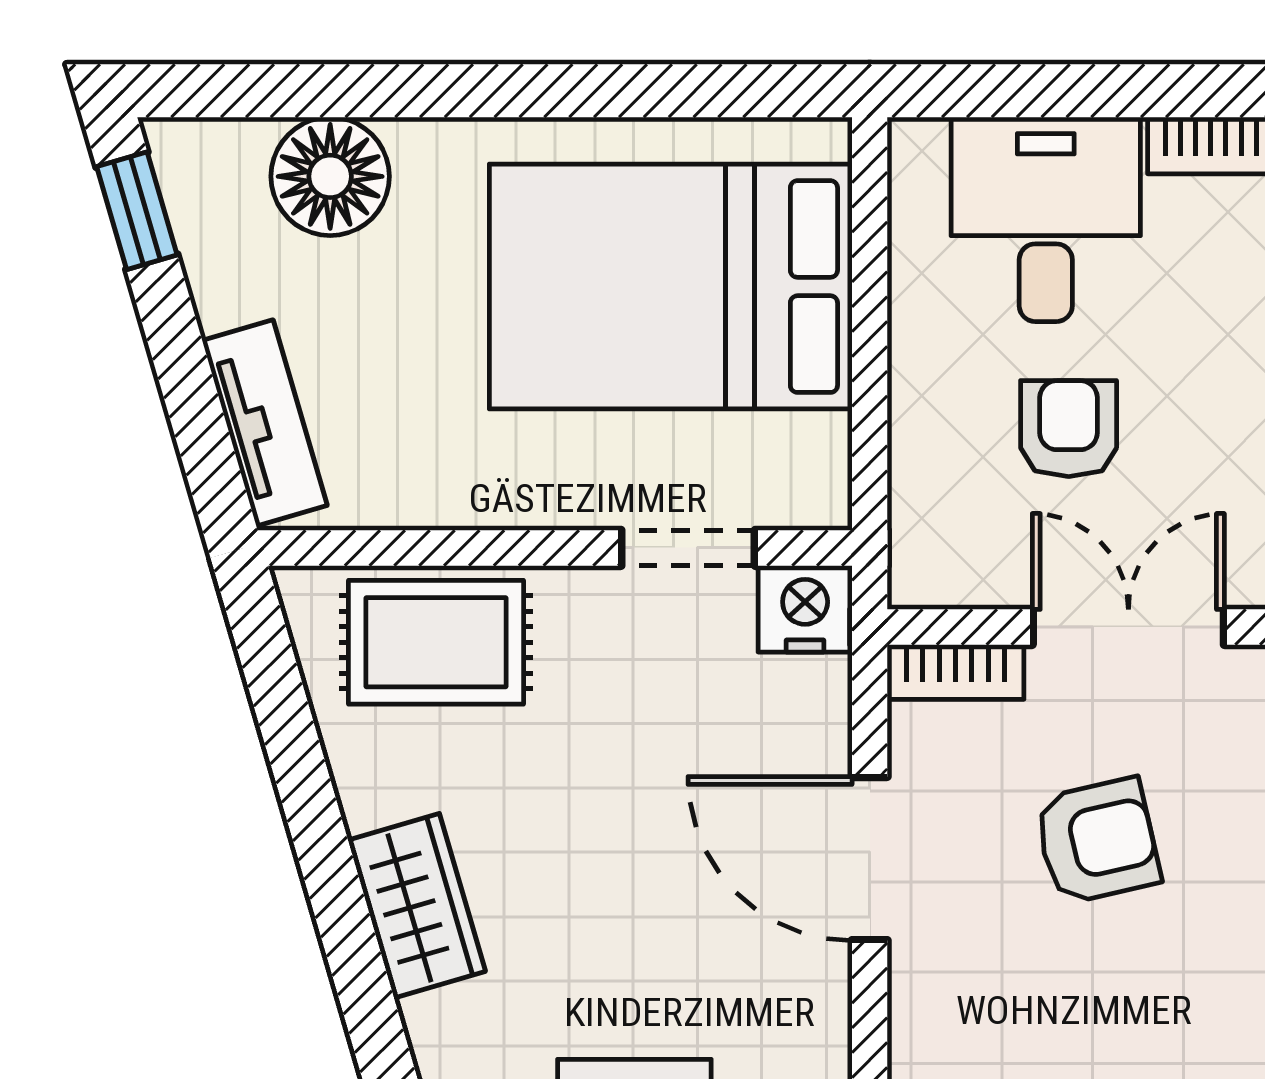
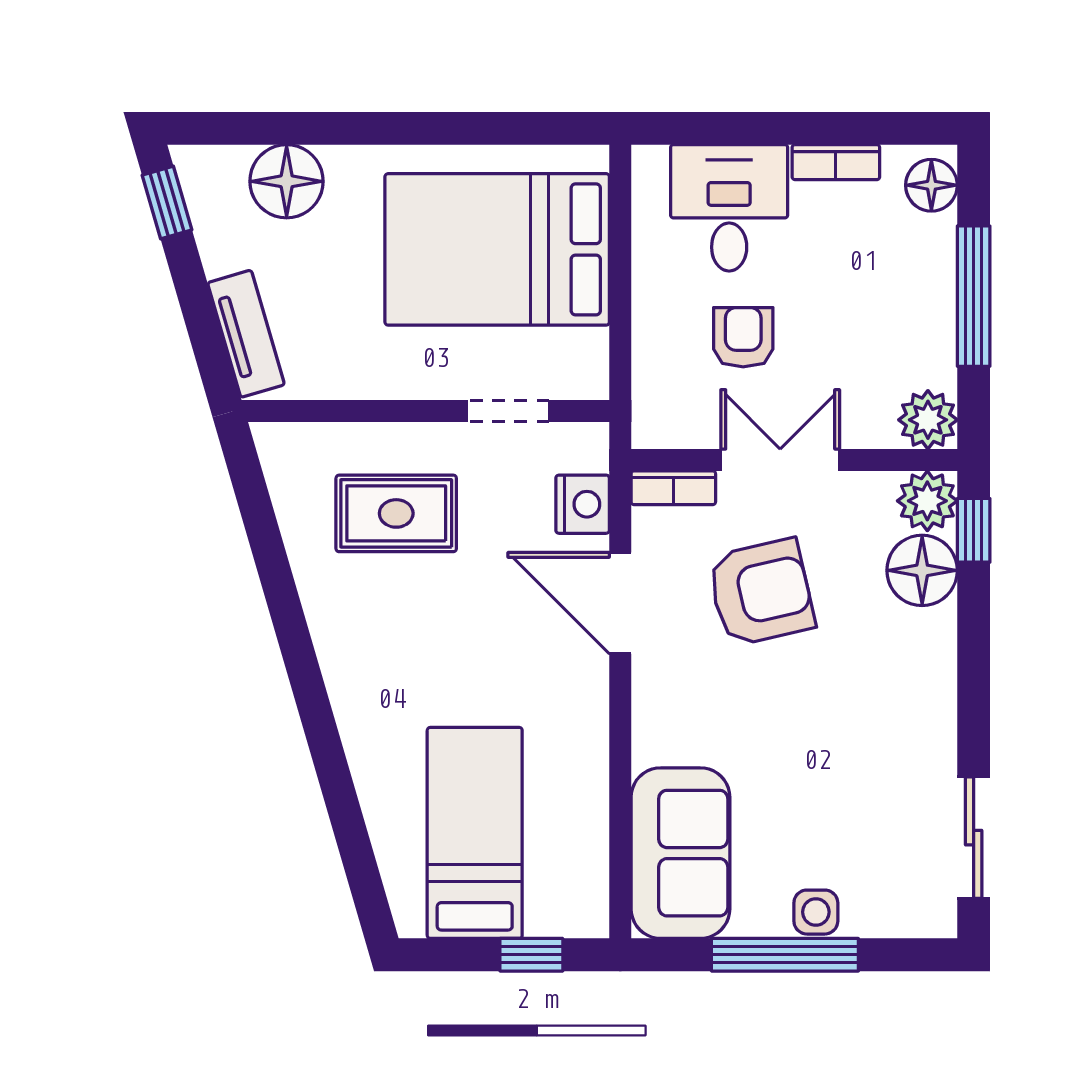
nightstand: (805, 609) -> (583, 504), moved, turned 90
rug: (436, 642) -> (396, 513), moved
armchair: (1097, 841) -> (761, 592), width x1.38, depth x1.38
wardrobe: (417, 906) -> (340, 632), removed

